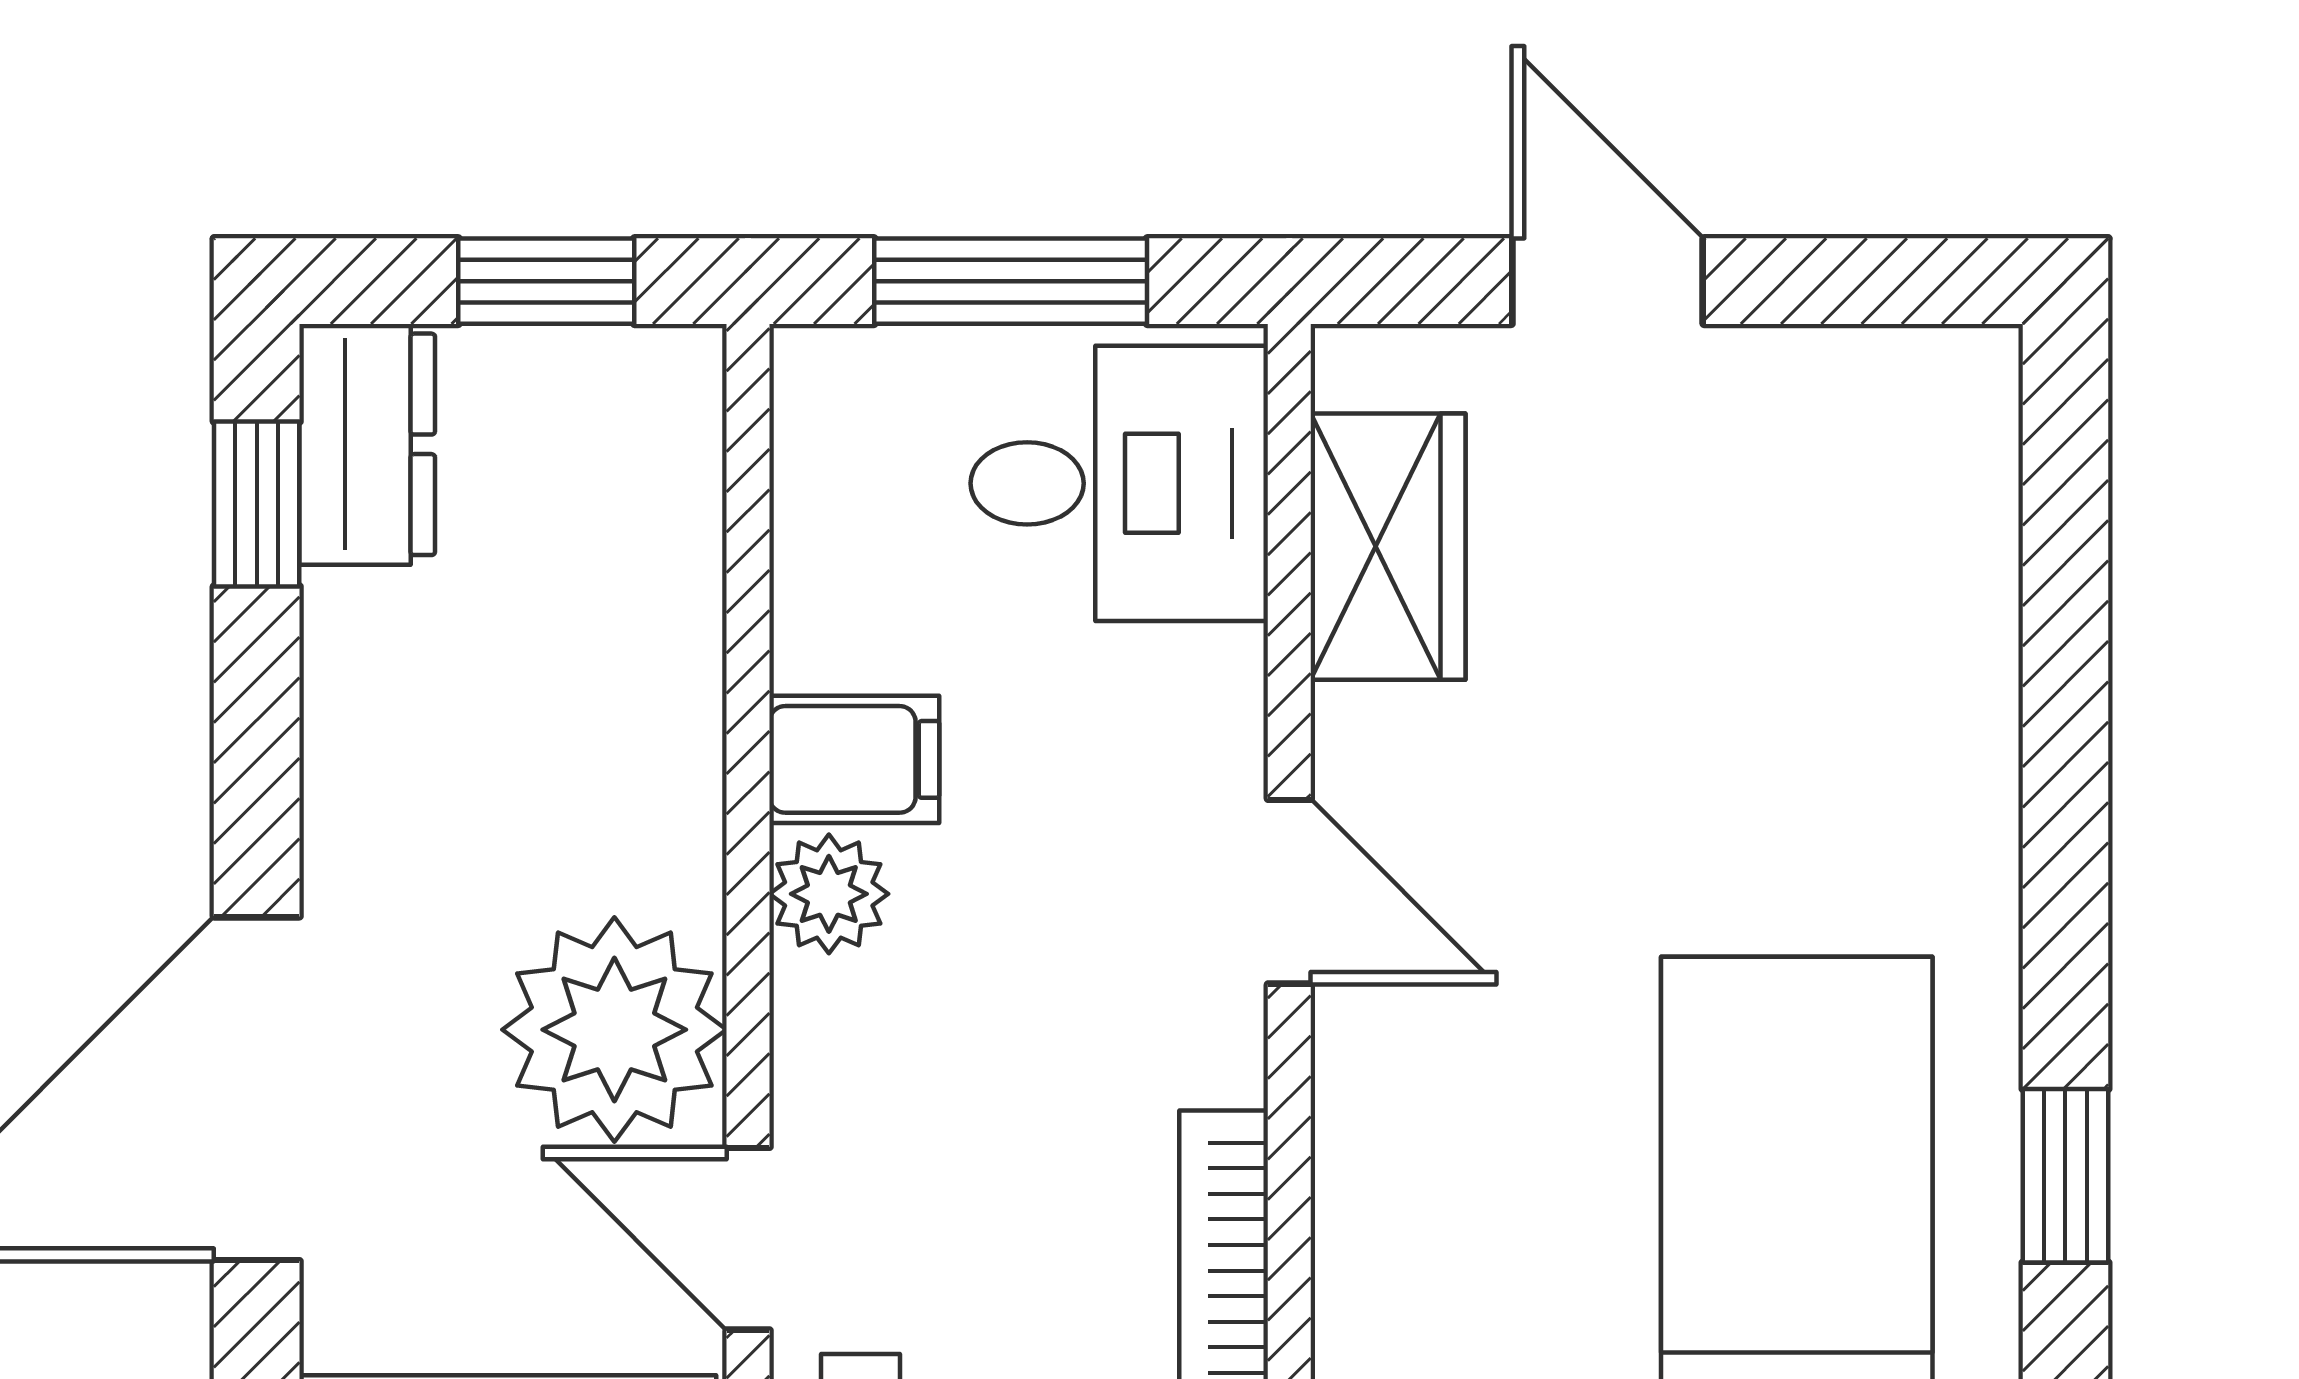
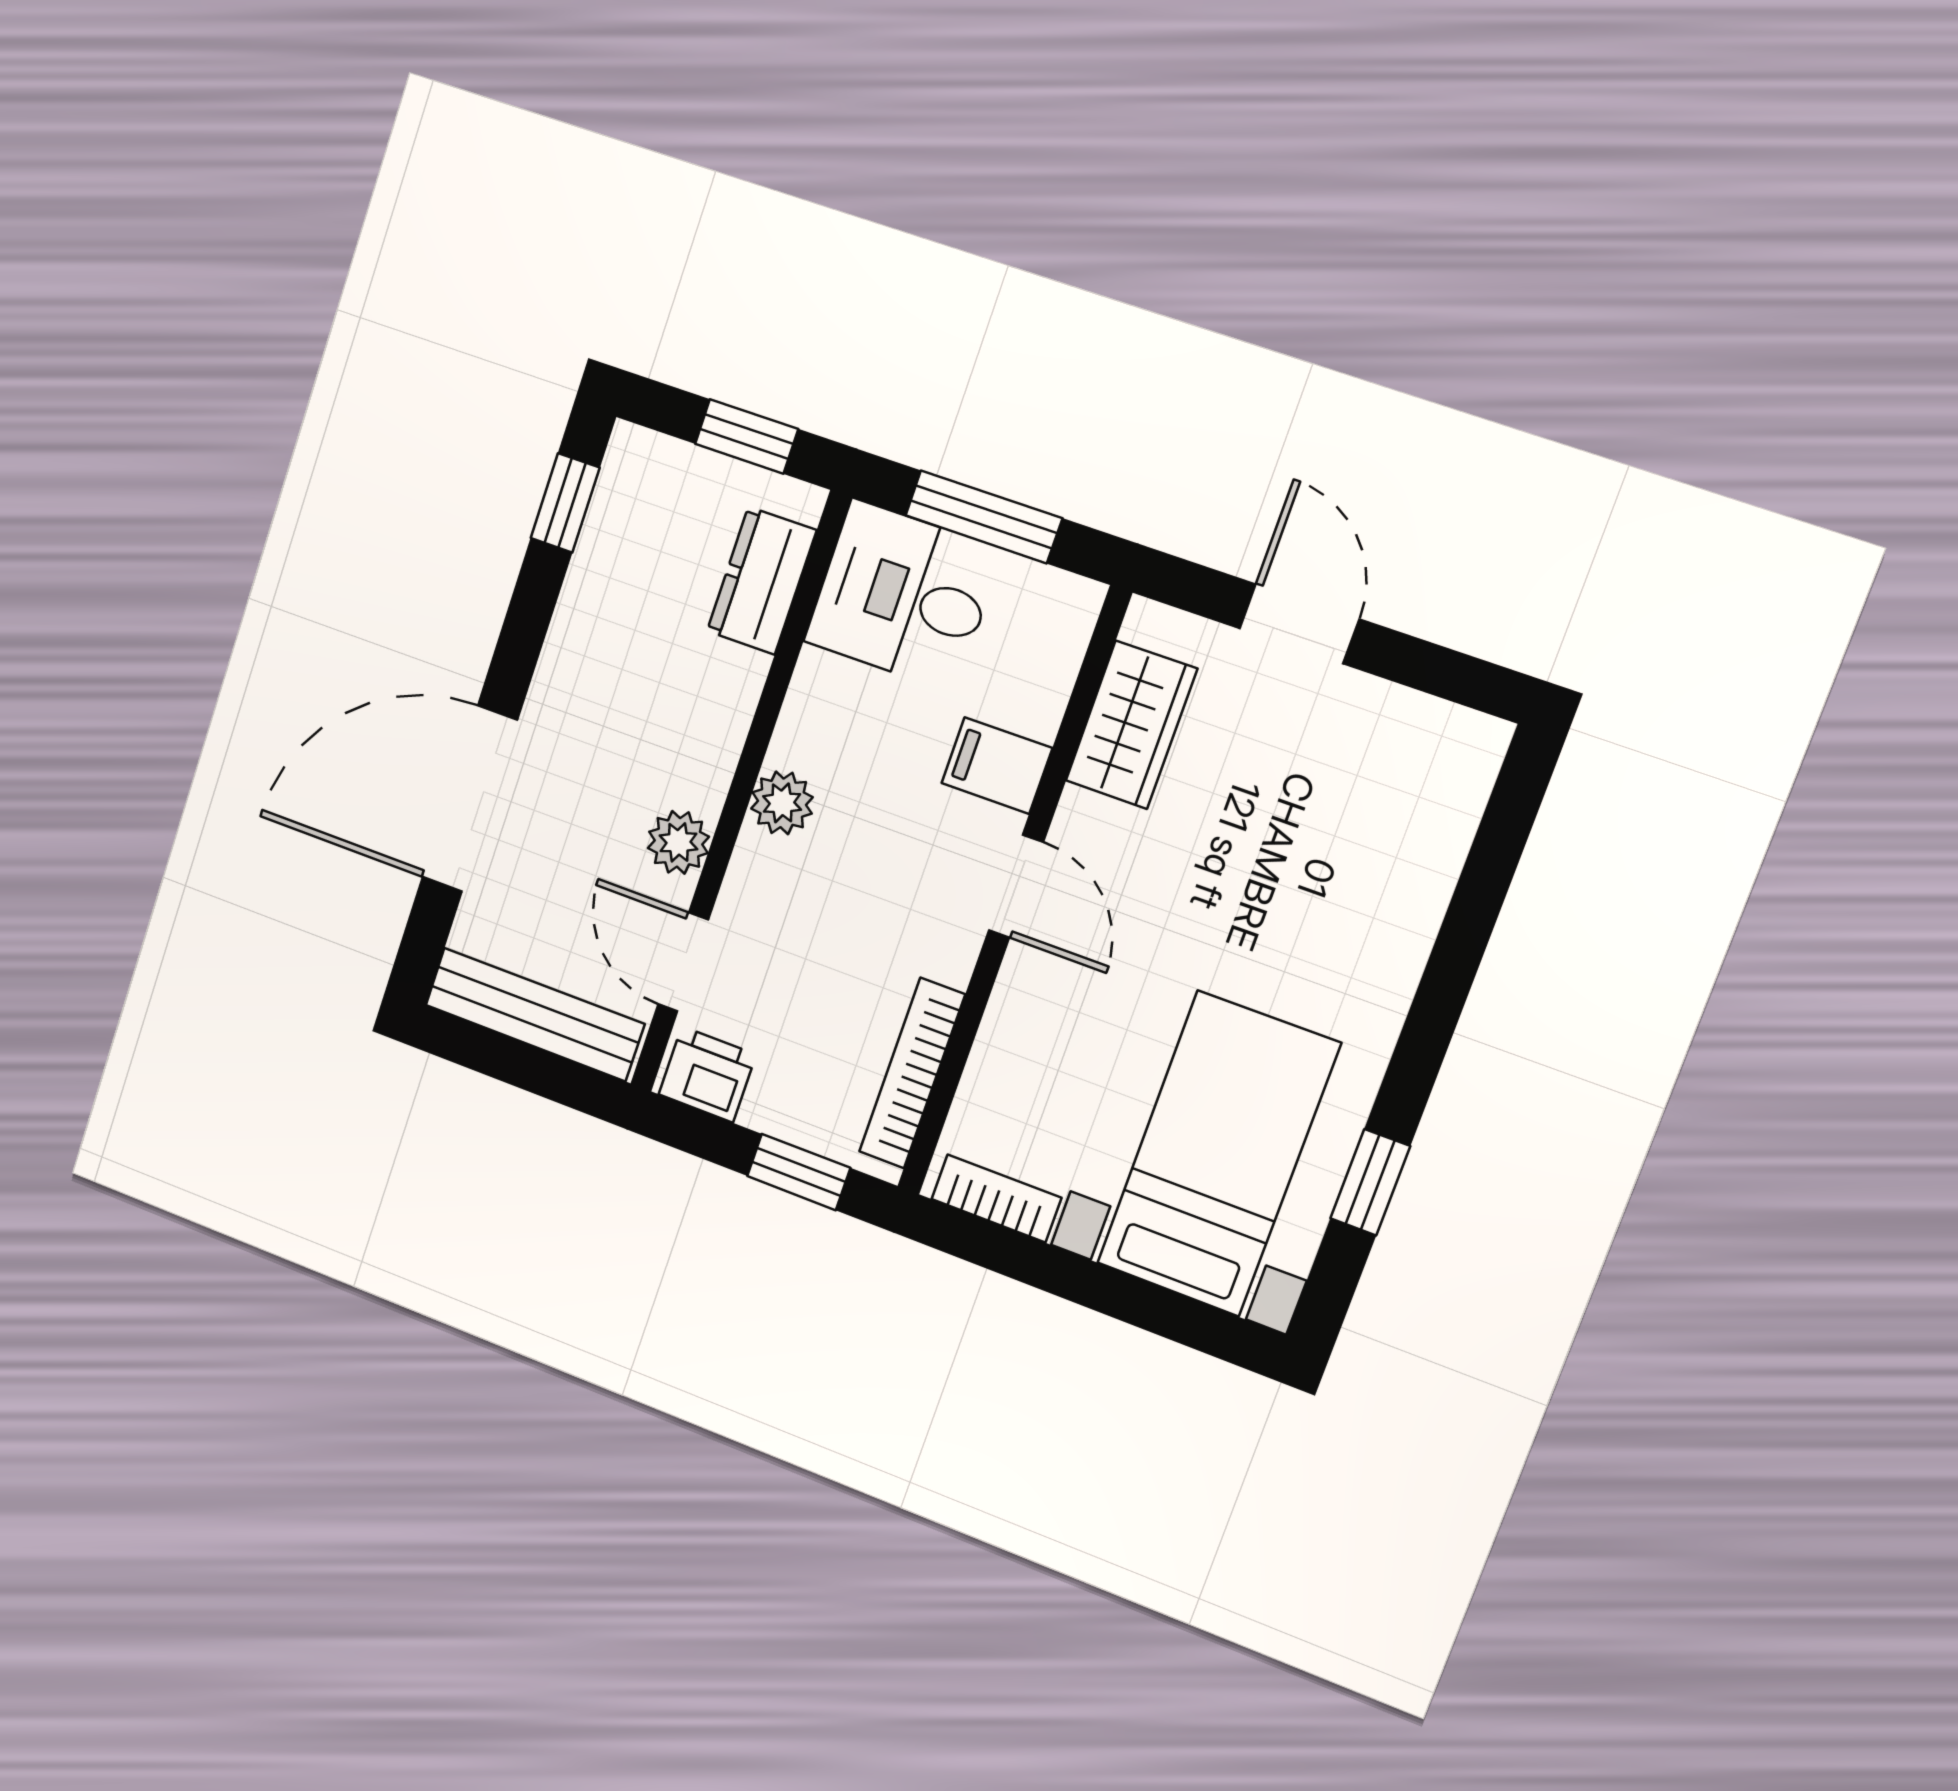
dresser: (367, 444) -> (762, 581), moved, turned 180
desk: (1119, 483) -> (903, 596), moved, turned 180
filing cabinet: (854, 759) -> (997, 766), moved, turned 180
plant: (614, 1030) -> (678, 842), width x0.53, depth x0.53

